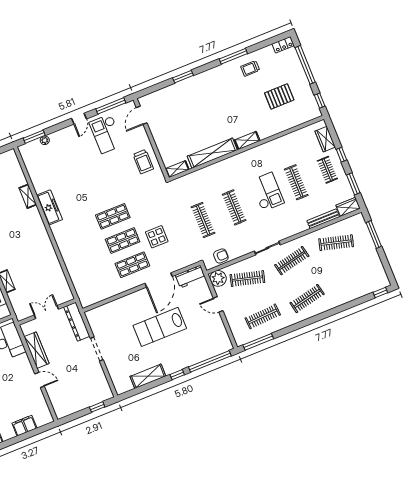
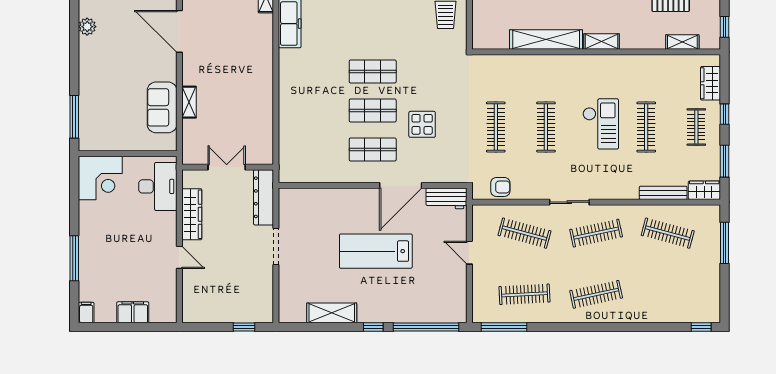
shelving: (177, 169) -> (682, 42), moved
plant: (218, 278) -> (484, 216), removed

